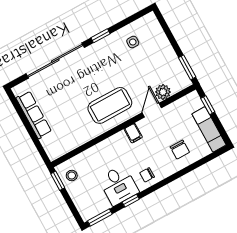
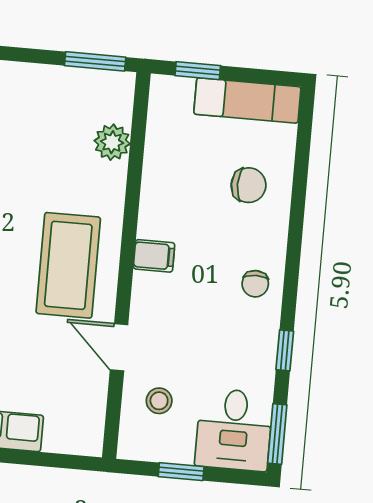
door: (152, 110) -> (119, 347), moved
stool: (72, 176) -> (159, 401), moved
window: (58, 181) -> (181, 472), moved
desk: (119, 185) -> (234, 430), moved, turned 90

